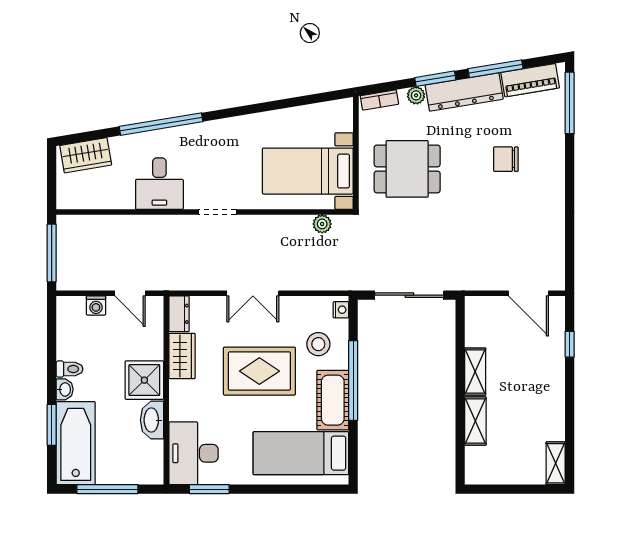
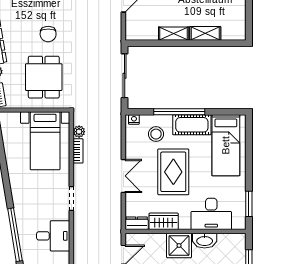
chair: (506, 159) -> (48, 34), moved
bookcase: (292, 222) -> (78, 151), added
desk: (194, 453) -> (211, 214), moved

